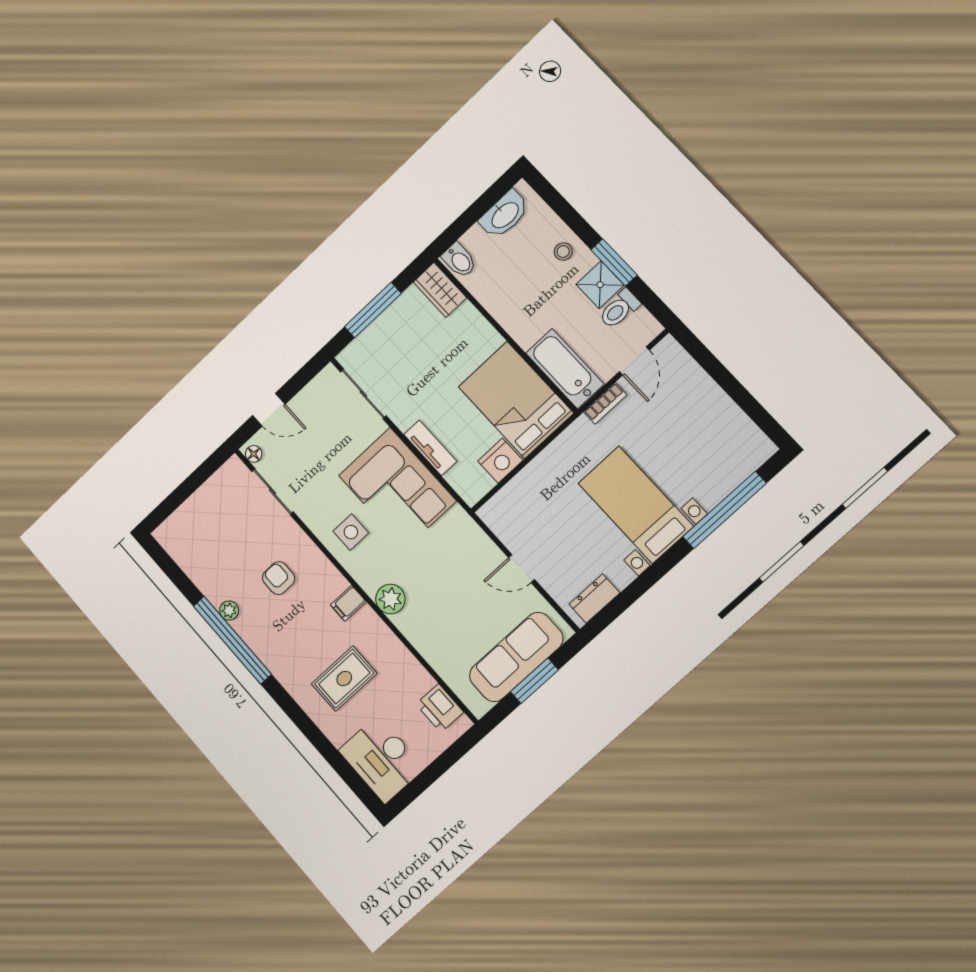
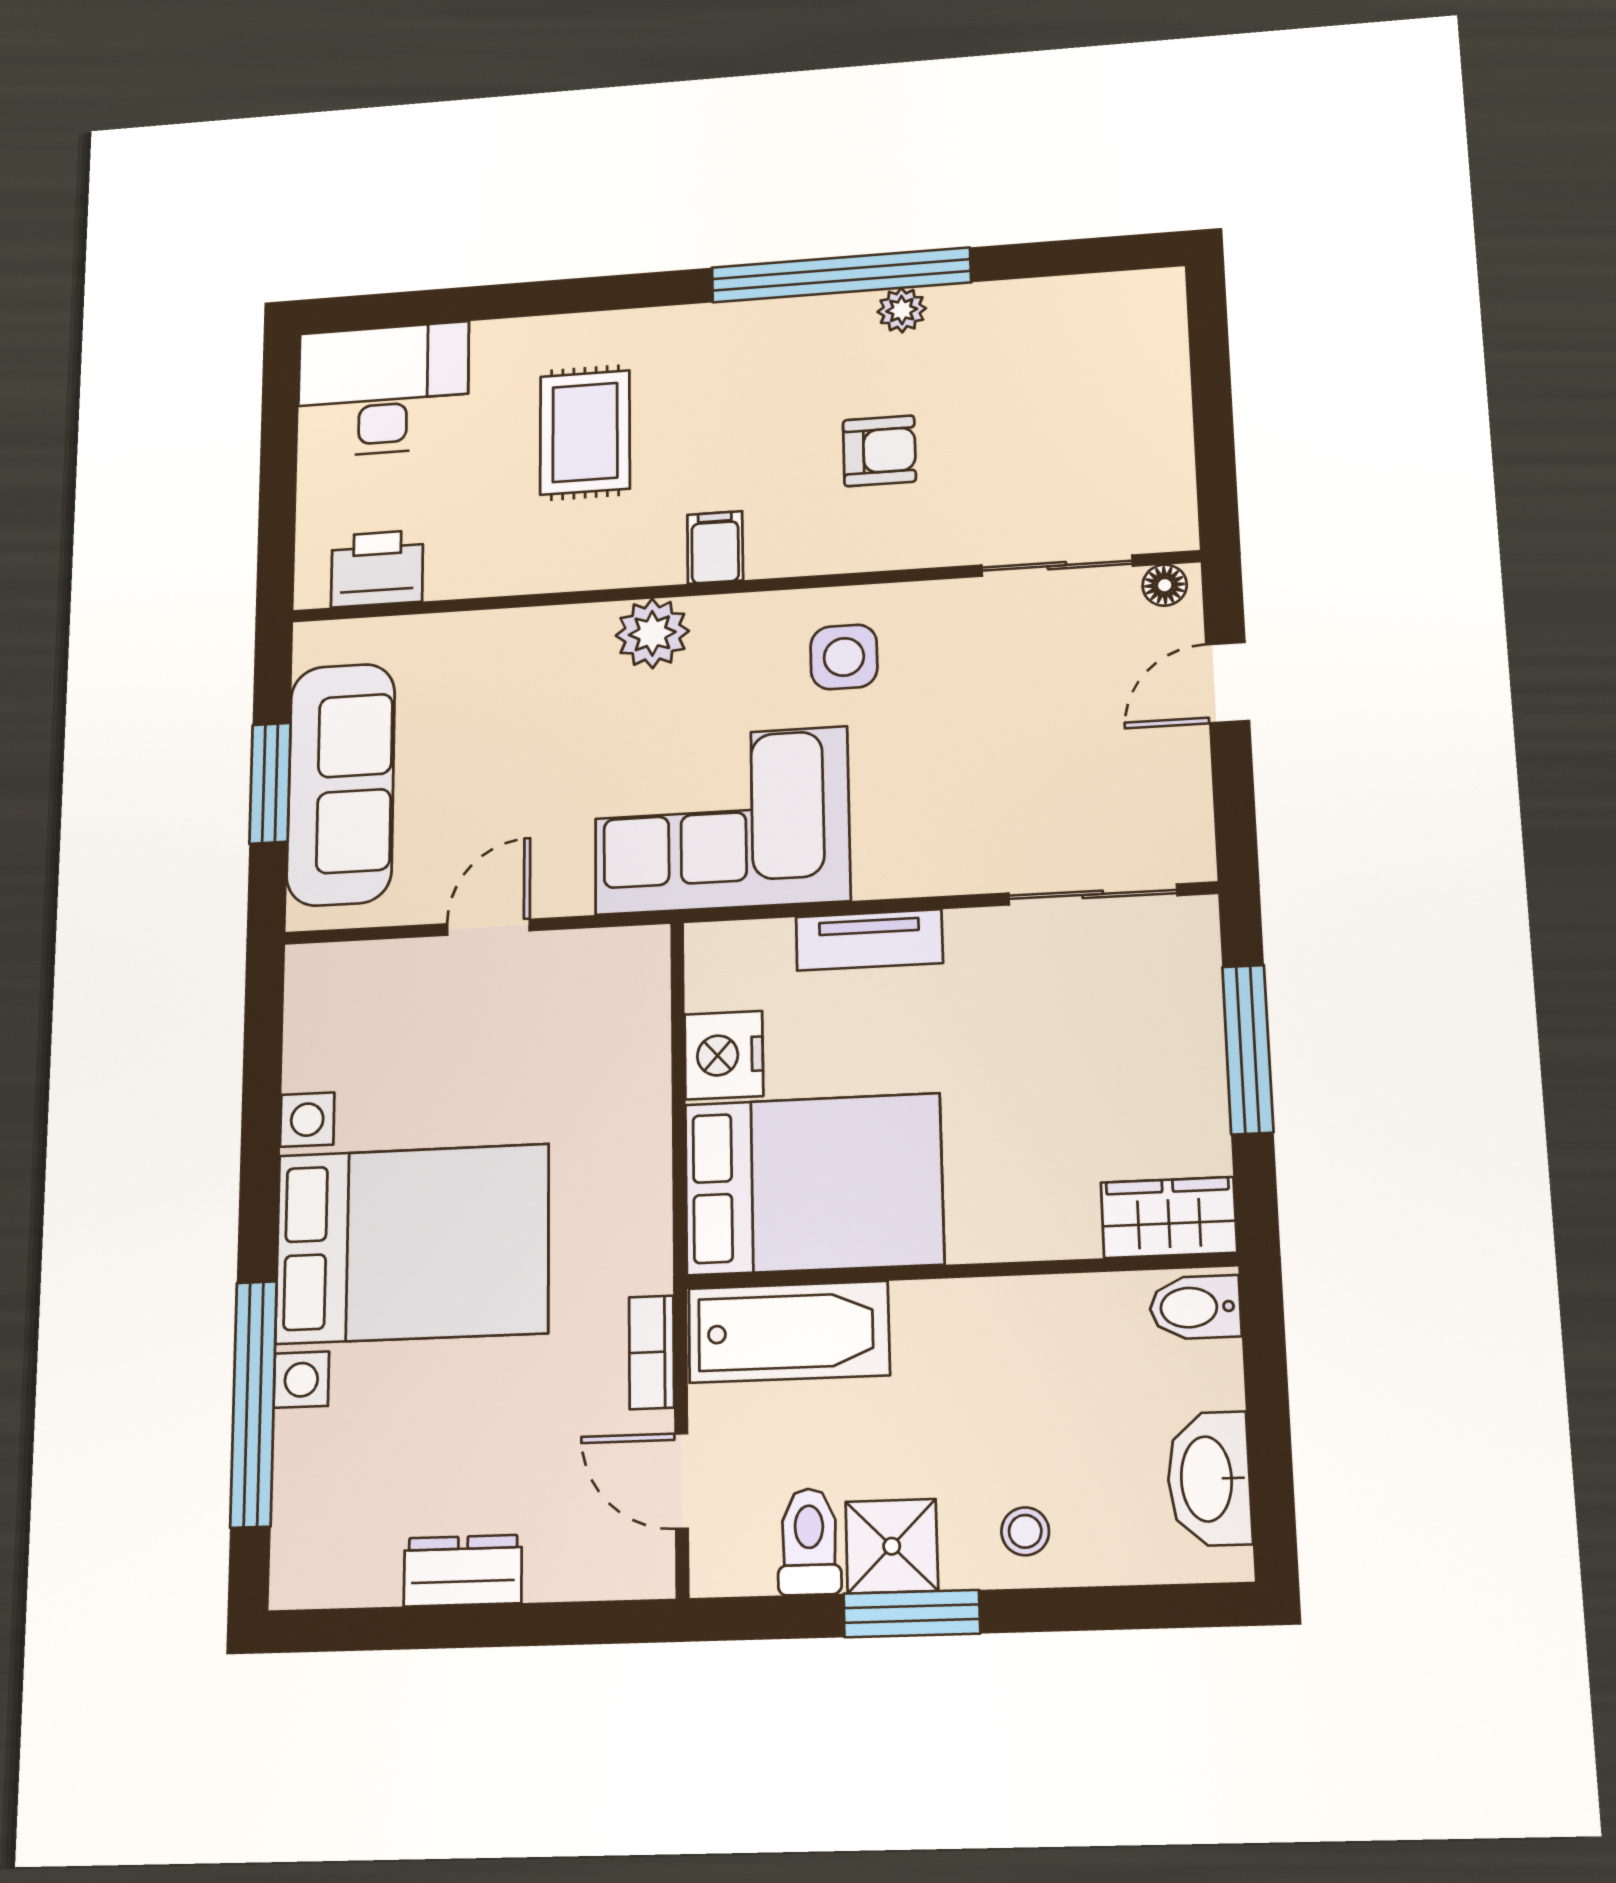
corner sofa: (397, 488) -> (722, 820), moved
bed with nightstands: (636, 505) -> (412, 1244), width x1.36
dresser: (594, 599) -> (463, 1571), moved, turned -90

